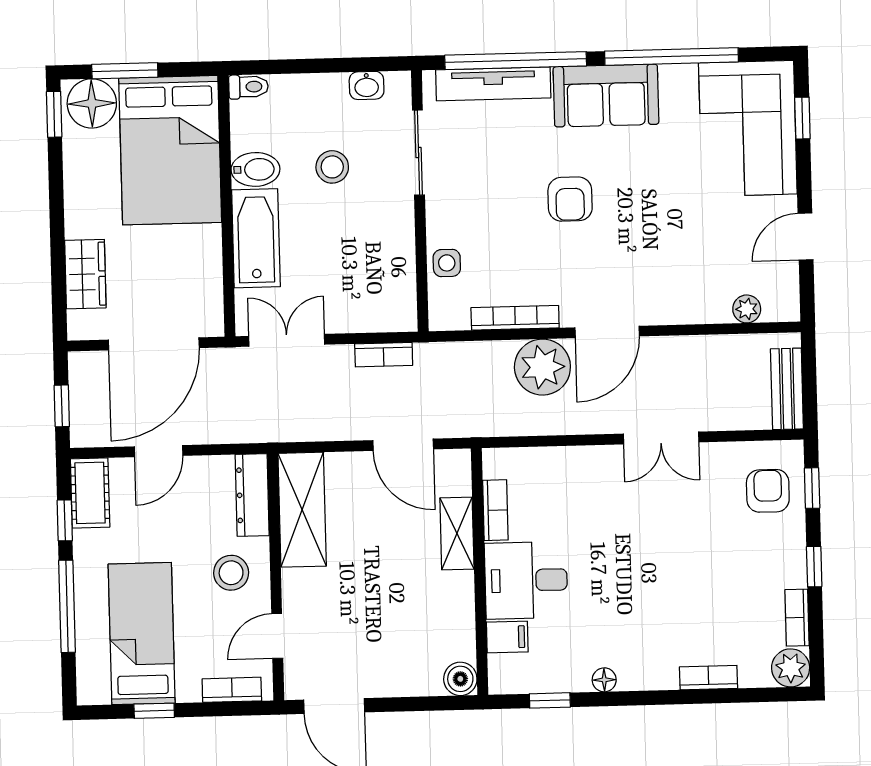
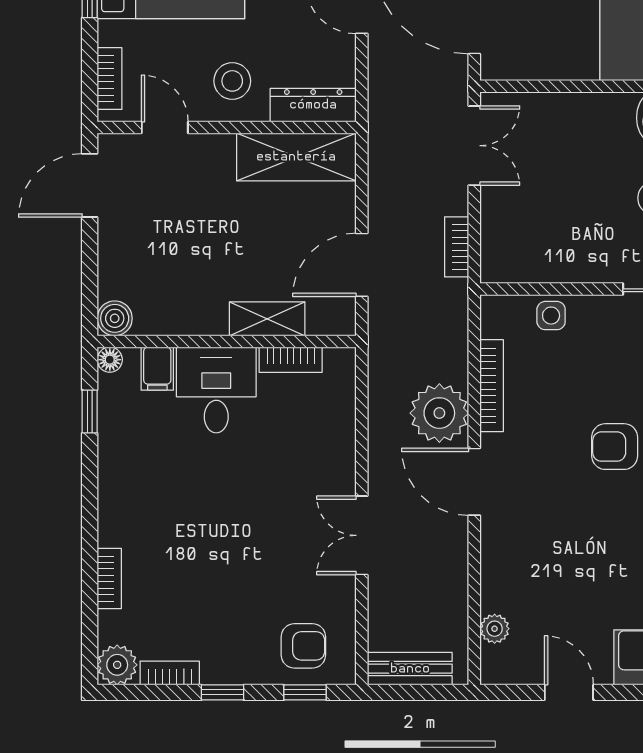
bathtub: (256, 238) -> (582, 116), removed
floor lamp: (604, 680) -> (110, 360), moved

